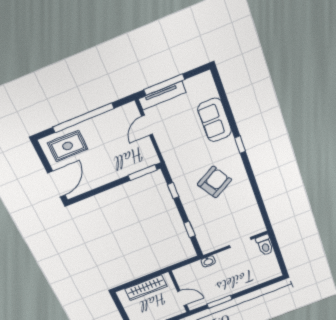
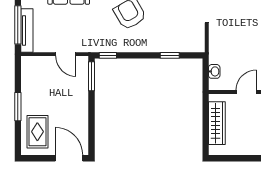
window: (83, 118) -> (18, 107), width x0.47
door: (147, 125) -> (66, 54), moved
window: (173, 191) -> (108, 55), moved
washbasin: (208, 261) -> (214, 71), moved

